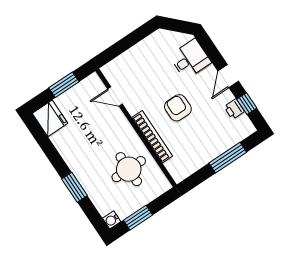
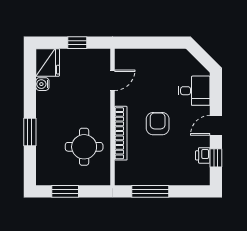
window: (64, 85) -> (77, 43), width x0.67
door: (115, 97) -> (112, 80), swing flipped
window: (228, 158) -> (150, 191), moved
water cooler: (112, 220) -> (42, 84), moved

